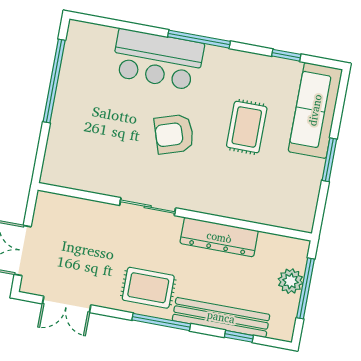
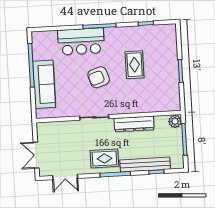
sofa: (315, 110) -> (44, 84), moved, turned 180
plant: (291, 281) -> (175, 121), moved

